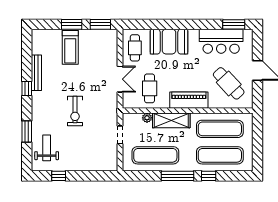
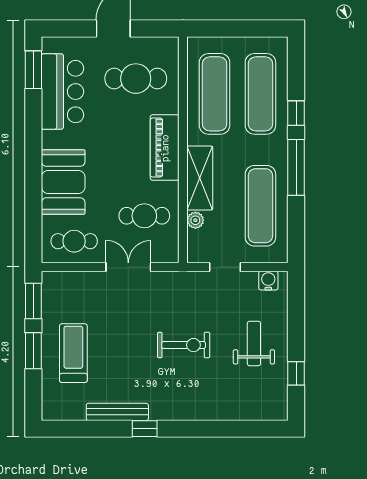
treadmill: (70, 47) -> (73, 353), turned -90
cafe table: (229, 83) -> (136, 79), turned 43
window: (27, 131) -> (219, 429), removed
weight bench: (47, 148) -> (254, 343), moved, turned 90
water cooler: (112, 160) -> (268, 281), added

